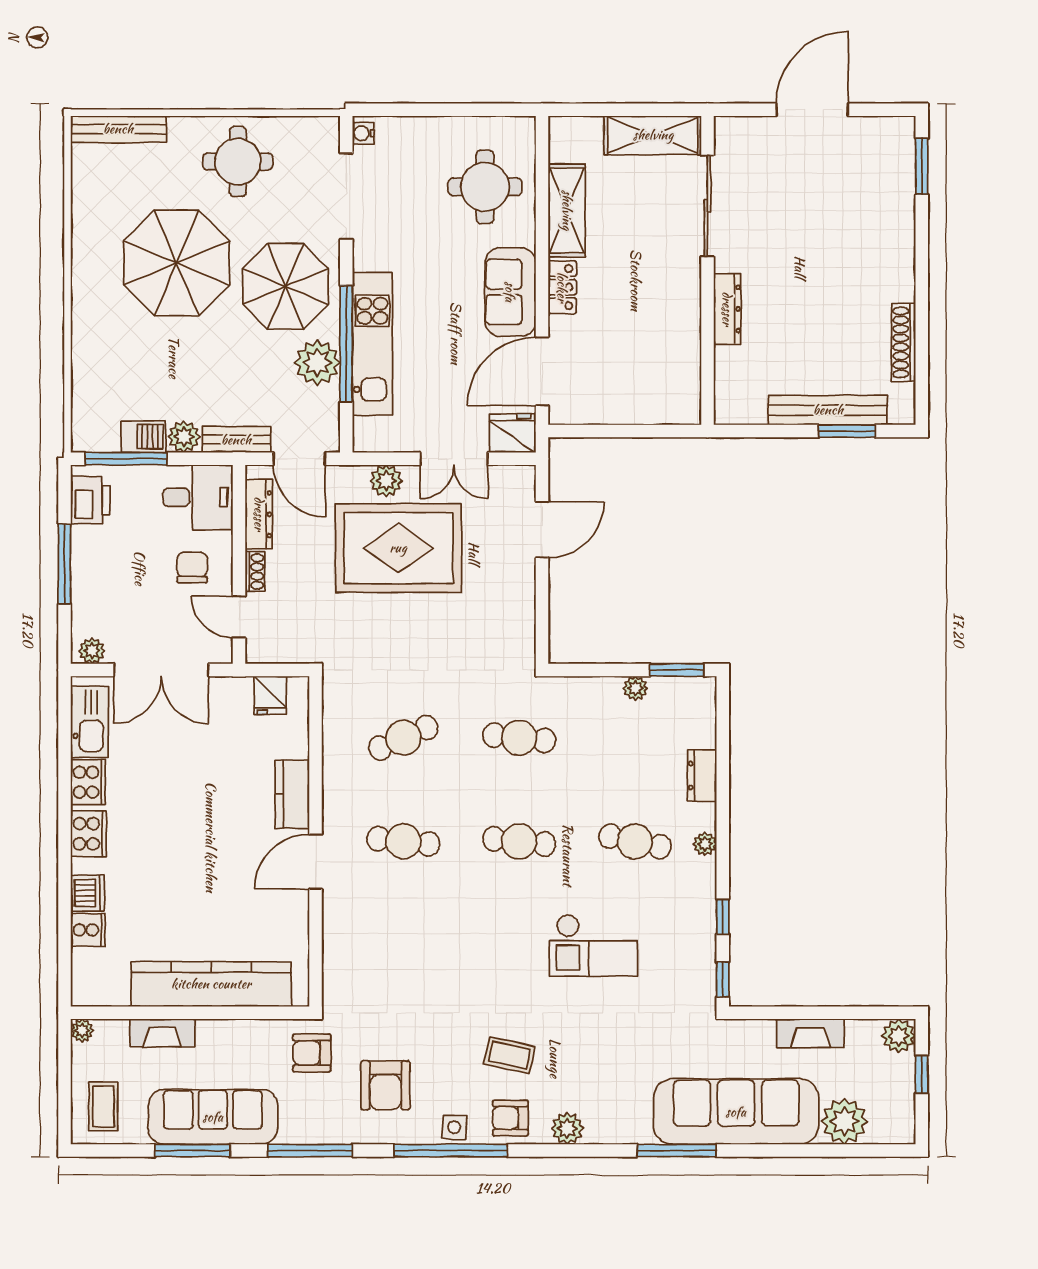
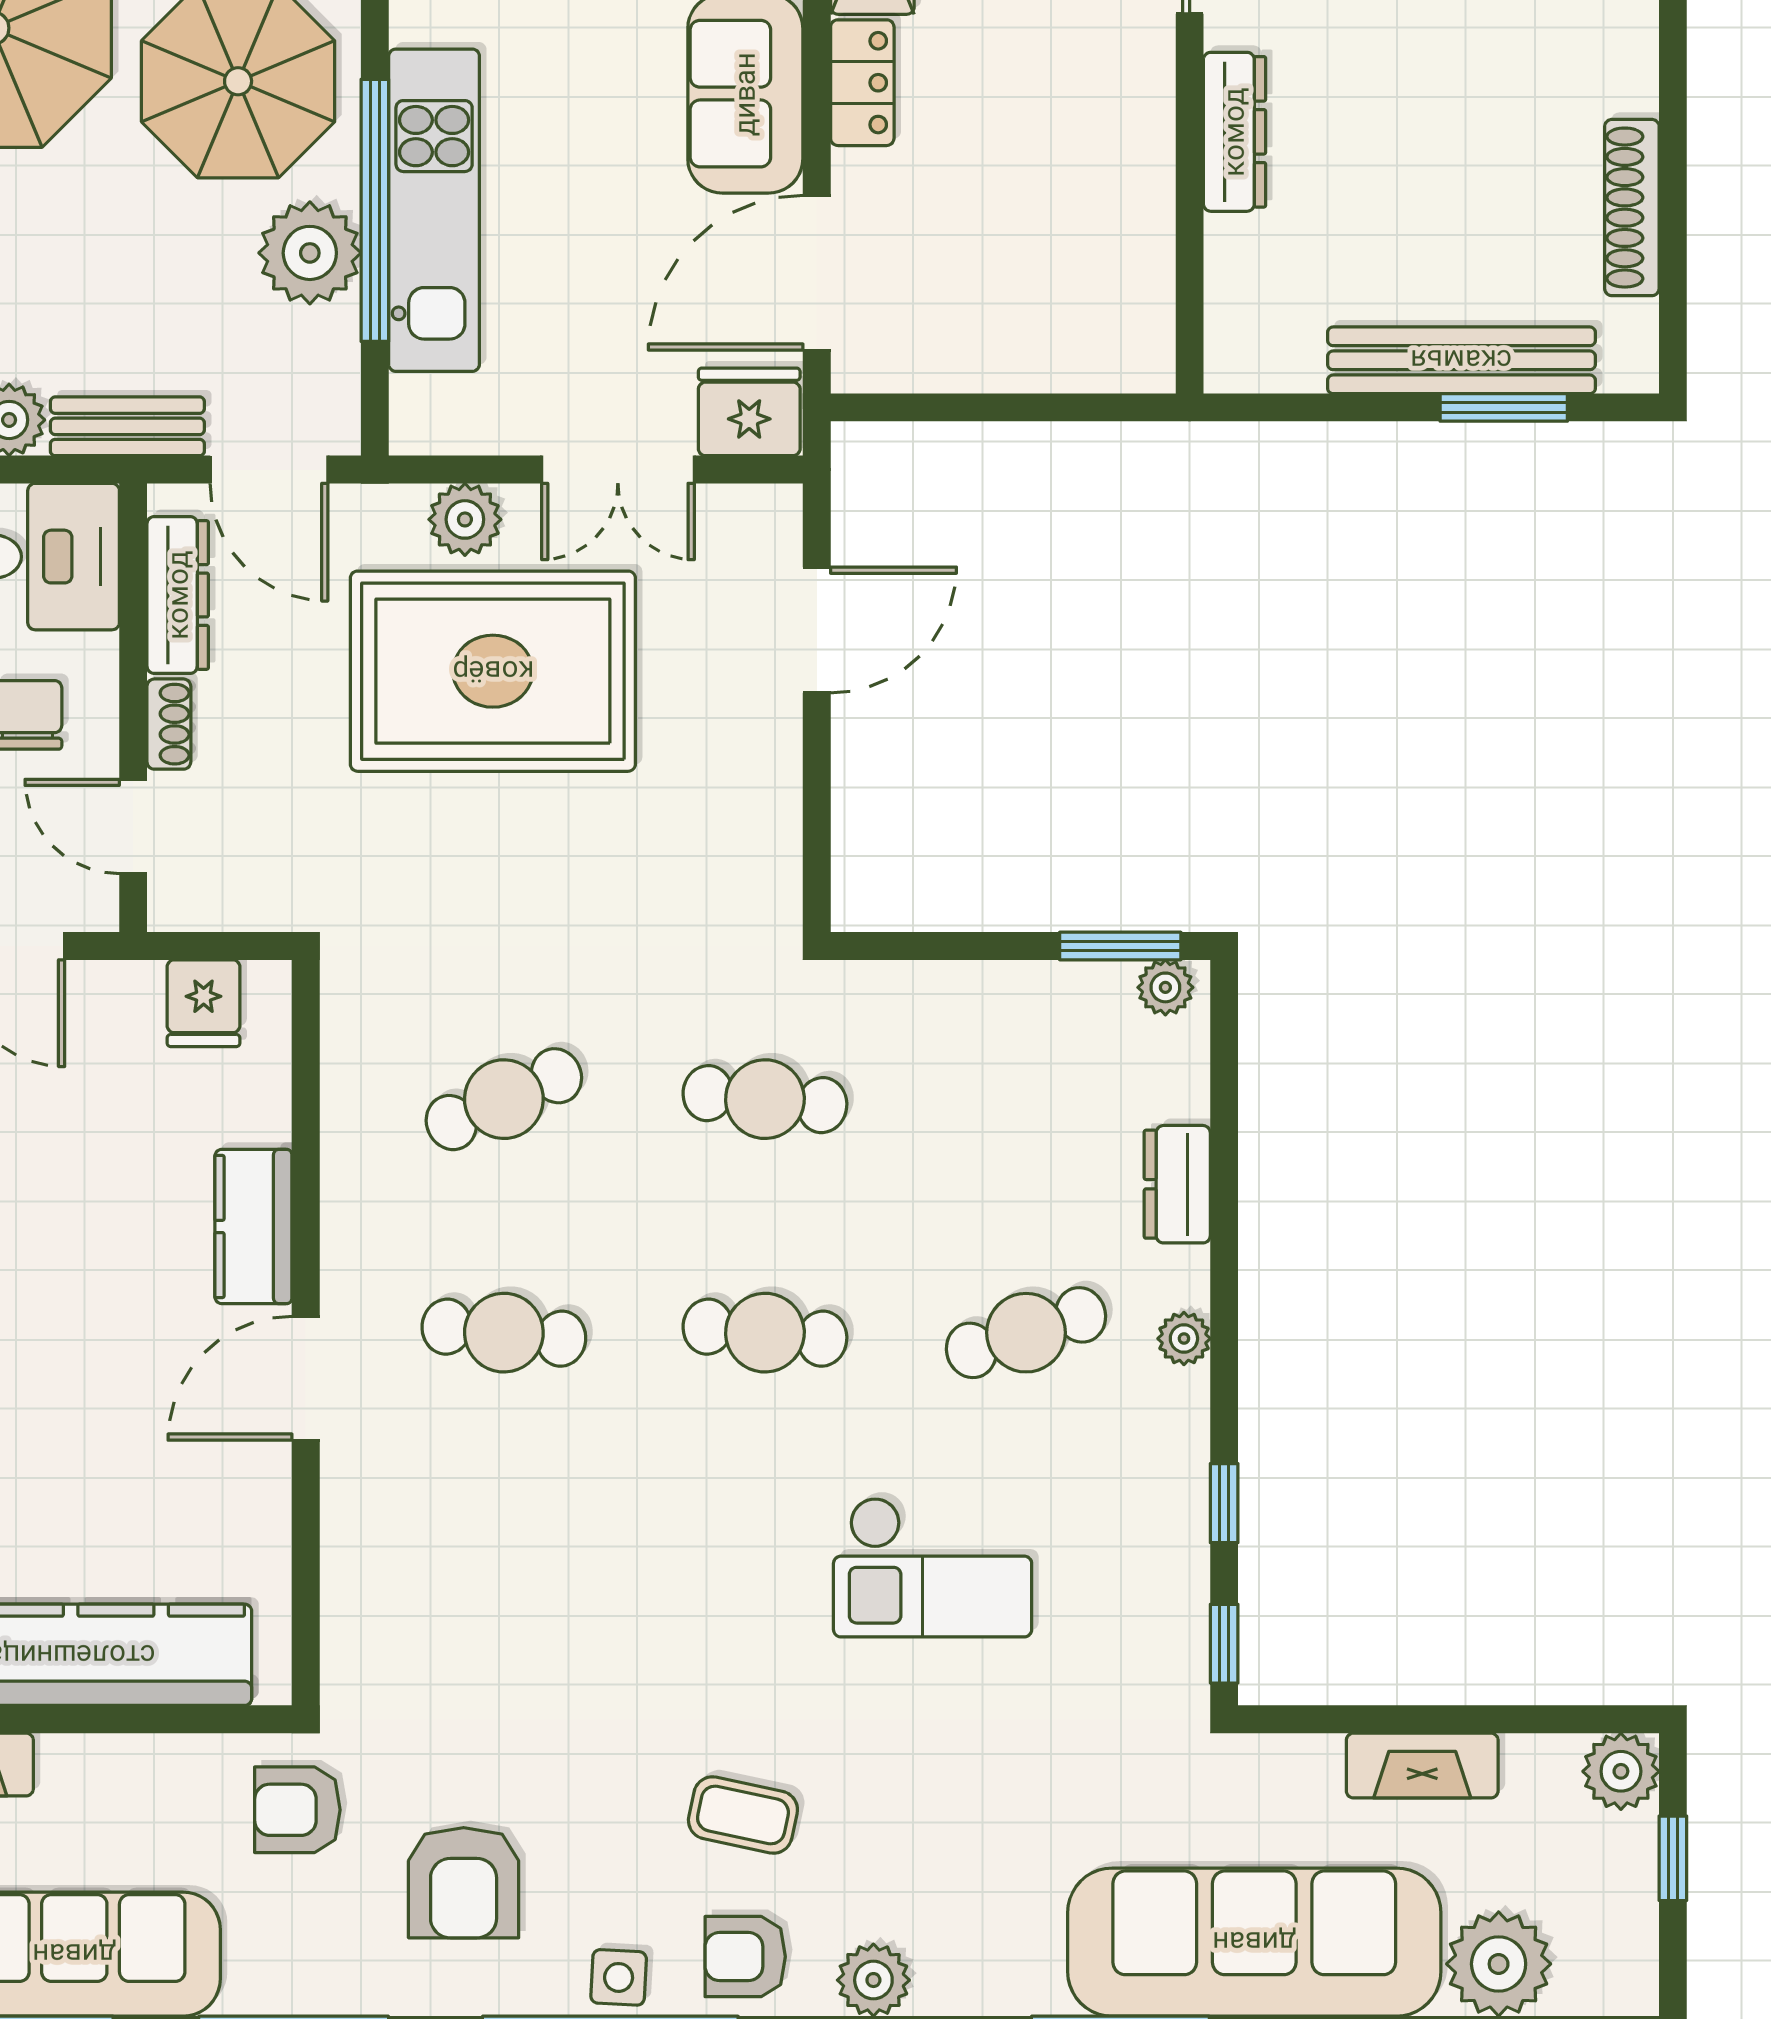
plant: (635, 688) -> (1165, 987), moved
cafe table: (635, 841) -> (1026, 1333), turned -30

